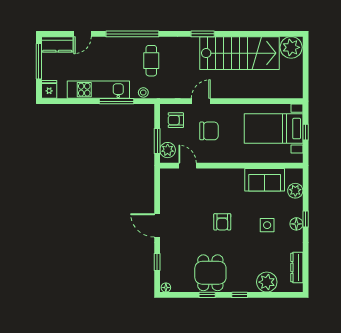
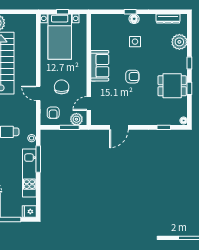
sofa: (265, 180) -> (100, 66), moved
plant: (295, 191) -> (108, 20), removed
door: (157, 225) -> (119, 127), moved

